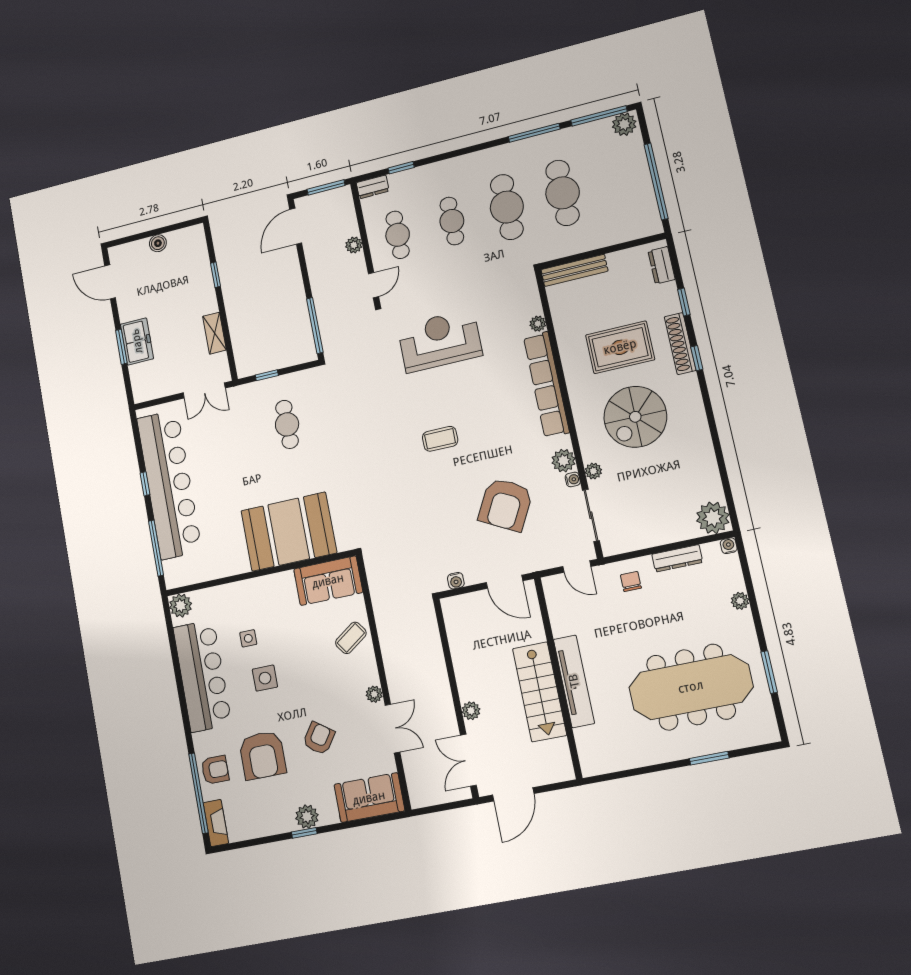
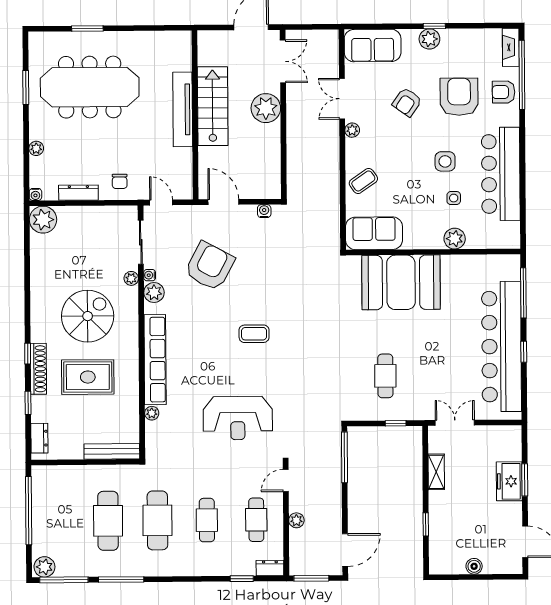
plant: (181, 606) -> (455, 239), moved
plant: (471, 711) -> (266, 108), width x1.87, depth x1.87

